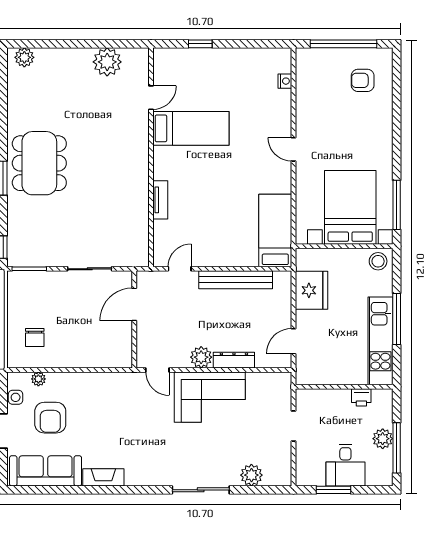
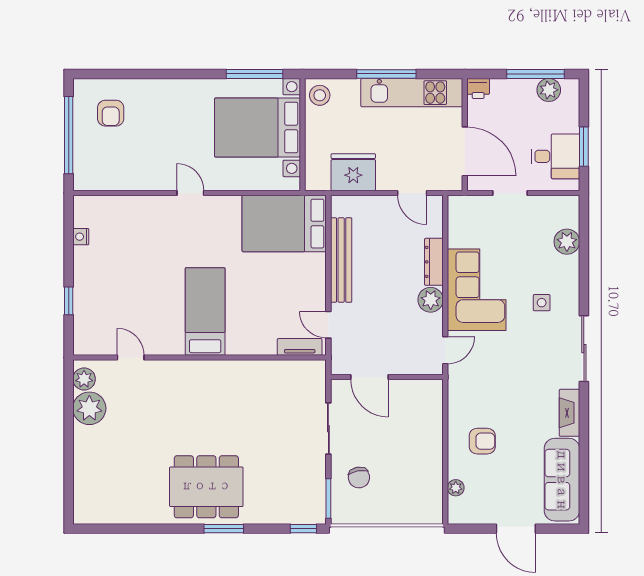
plant: (24, 57) -> (84, 379), moved
nightstand: (285, 81) -> (81, 237), moved, turned -90
bed: (191, 128) -> (205, 312), moved
door: (294, 149) -> (190, 193), swing flipped
tv unit: (160, 200) -> (300, 347), moved
bed: (275, 231) -> (284, 224), width x1.50
chair: (35, 338) -> (359, 477), moved, turned 80
door: (329, 387) -> (465, 151), added
side table: (16, 397) -> (542, 303), moved
printer: (361, 397) -> (478, 88), moved, turned 90
armchair: (50, 418) -> (482, 441), moved, width x0.72, depth x0.72
plant: (383, 439) -> (549, 90), moved
desk: (345, 465) -> (555, 156), moved
sliding door: (201, 490) -> (584, 349), moved

